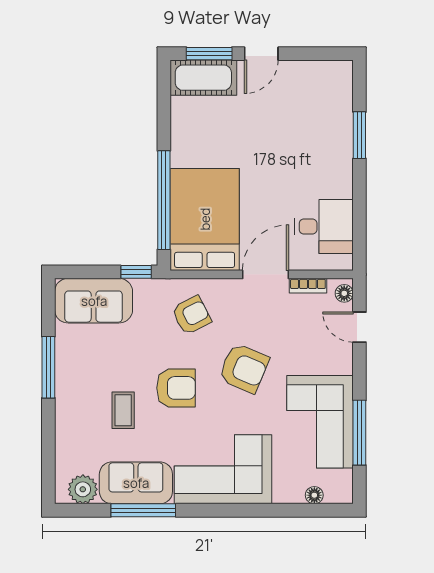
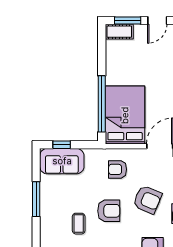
cot: (203, 78) -> (119, 32), width x0.73, depth x0.75
window: (136, 272) -> (62, 145), moved
armchair: (191, 315) -> (118, 169), turned -153

